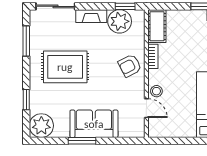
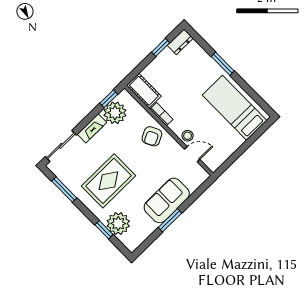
plant: (41, 126) -> (118, 224), moved

